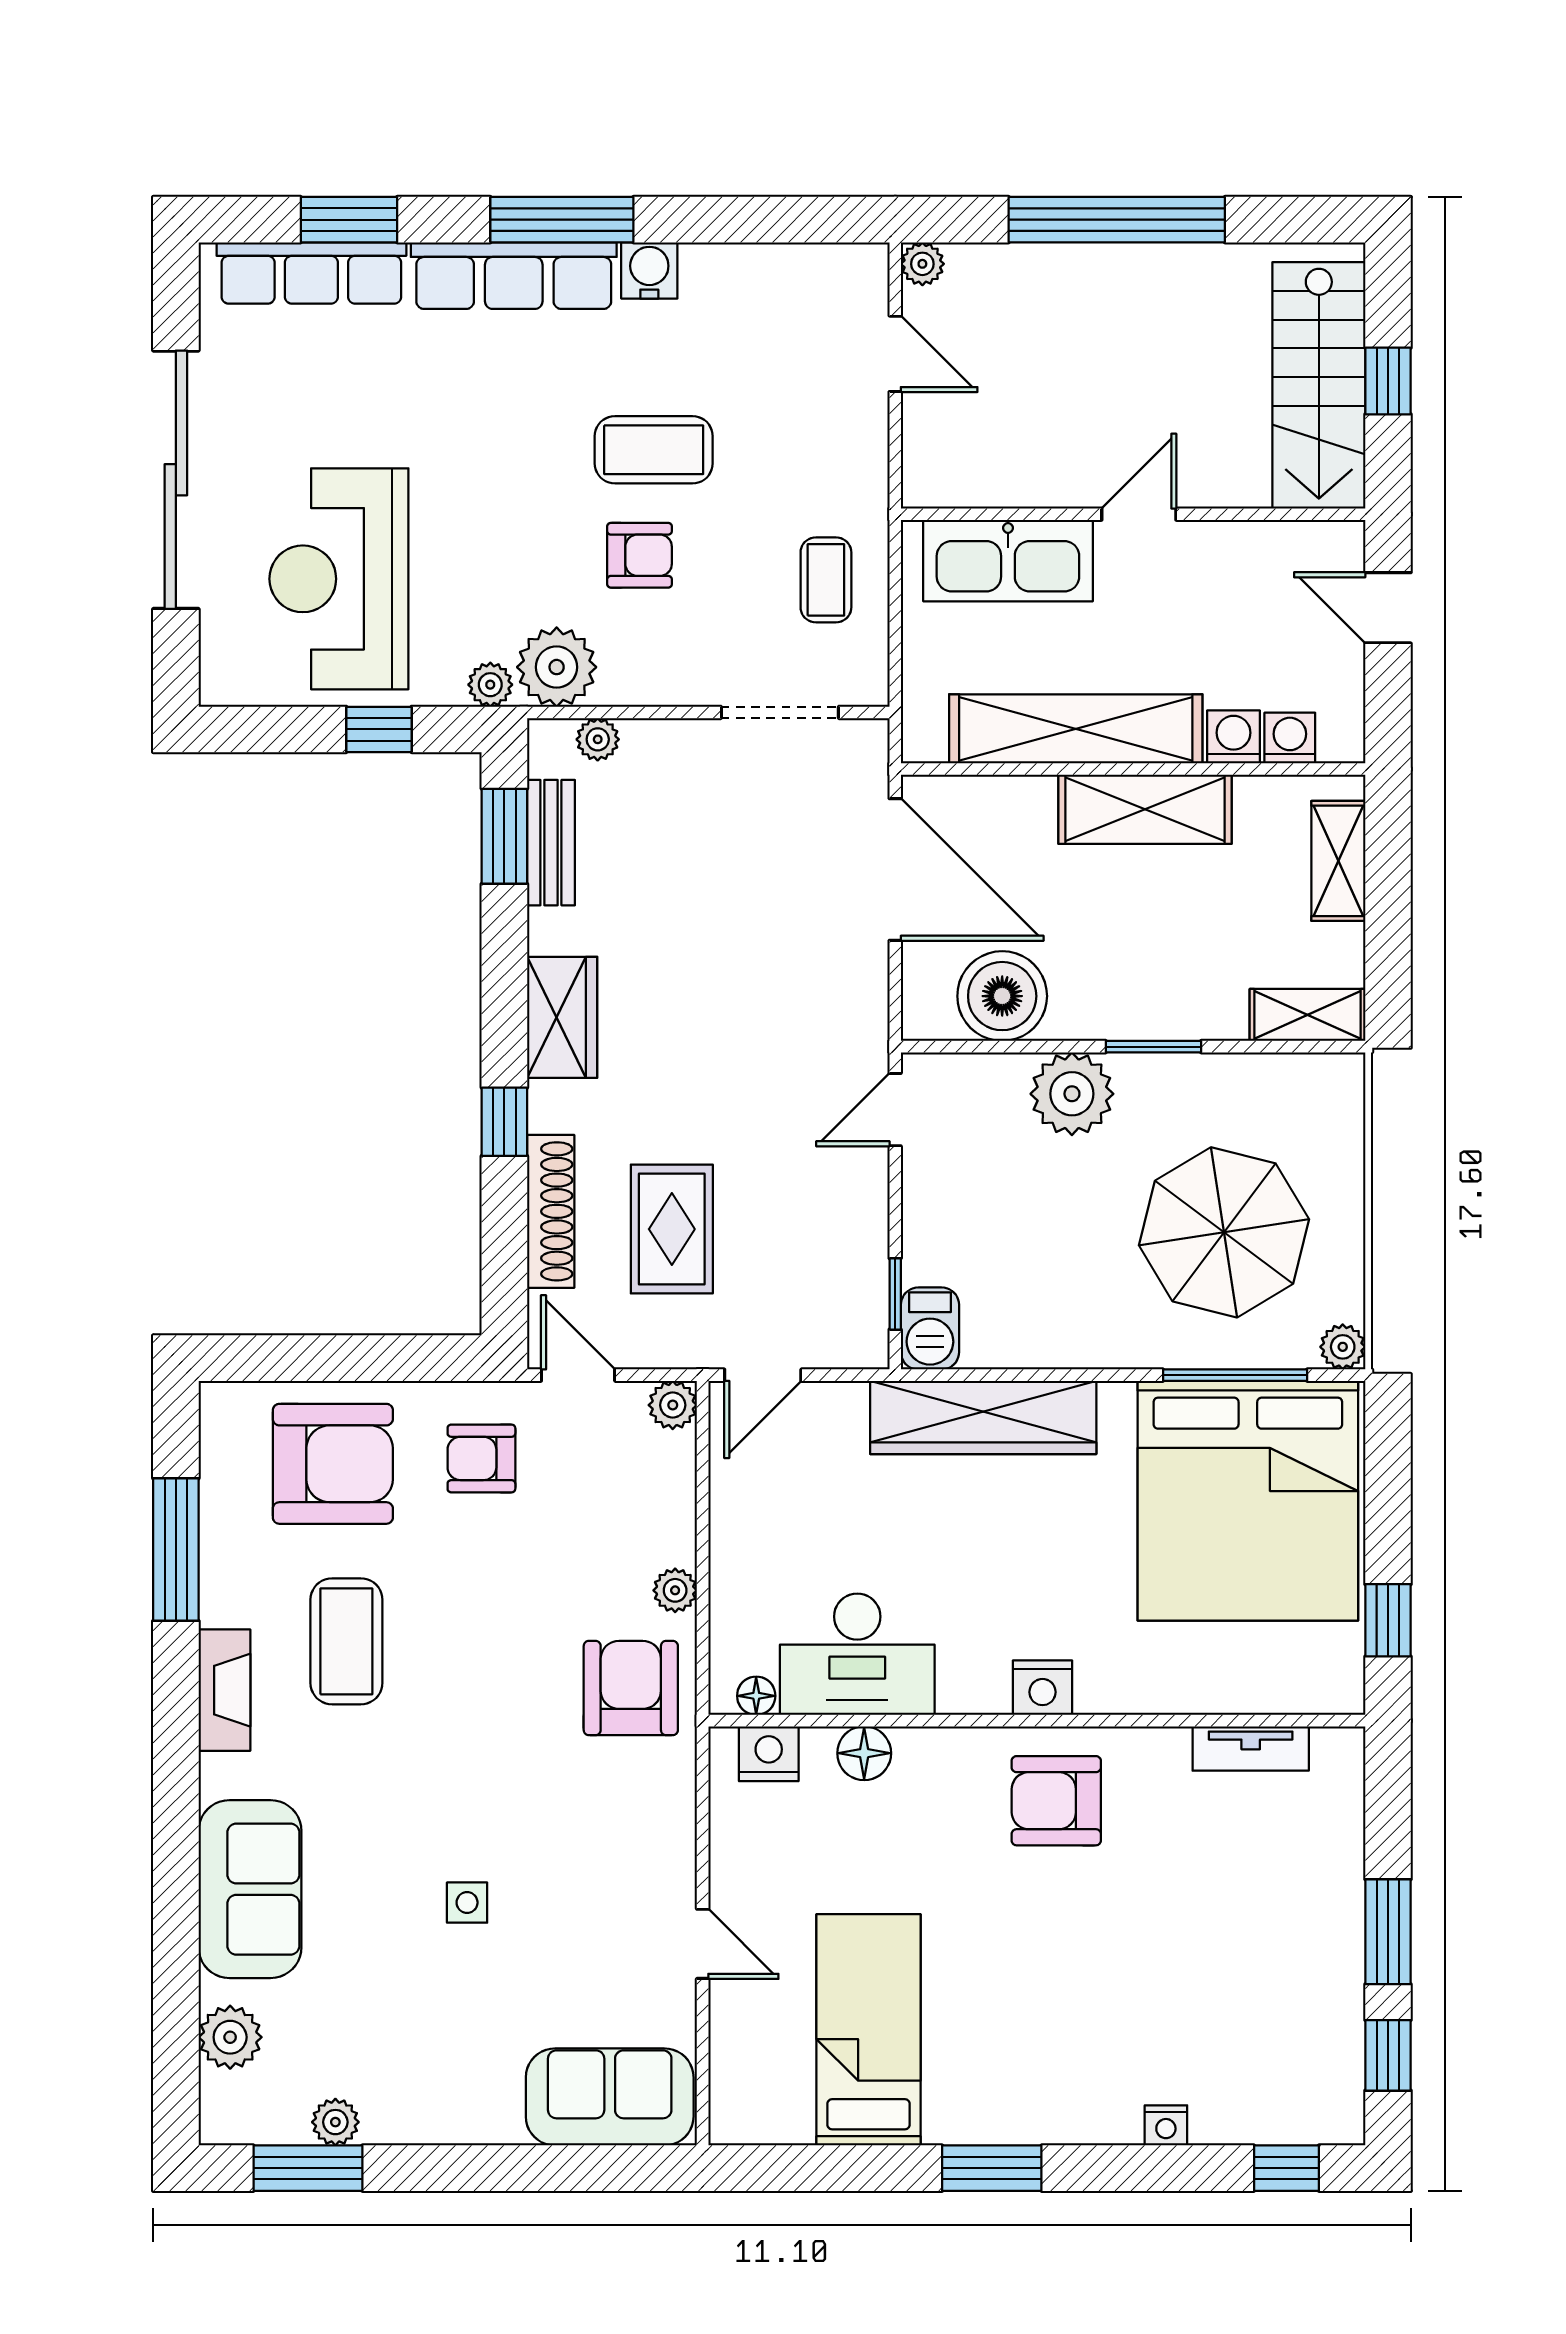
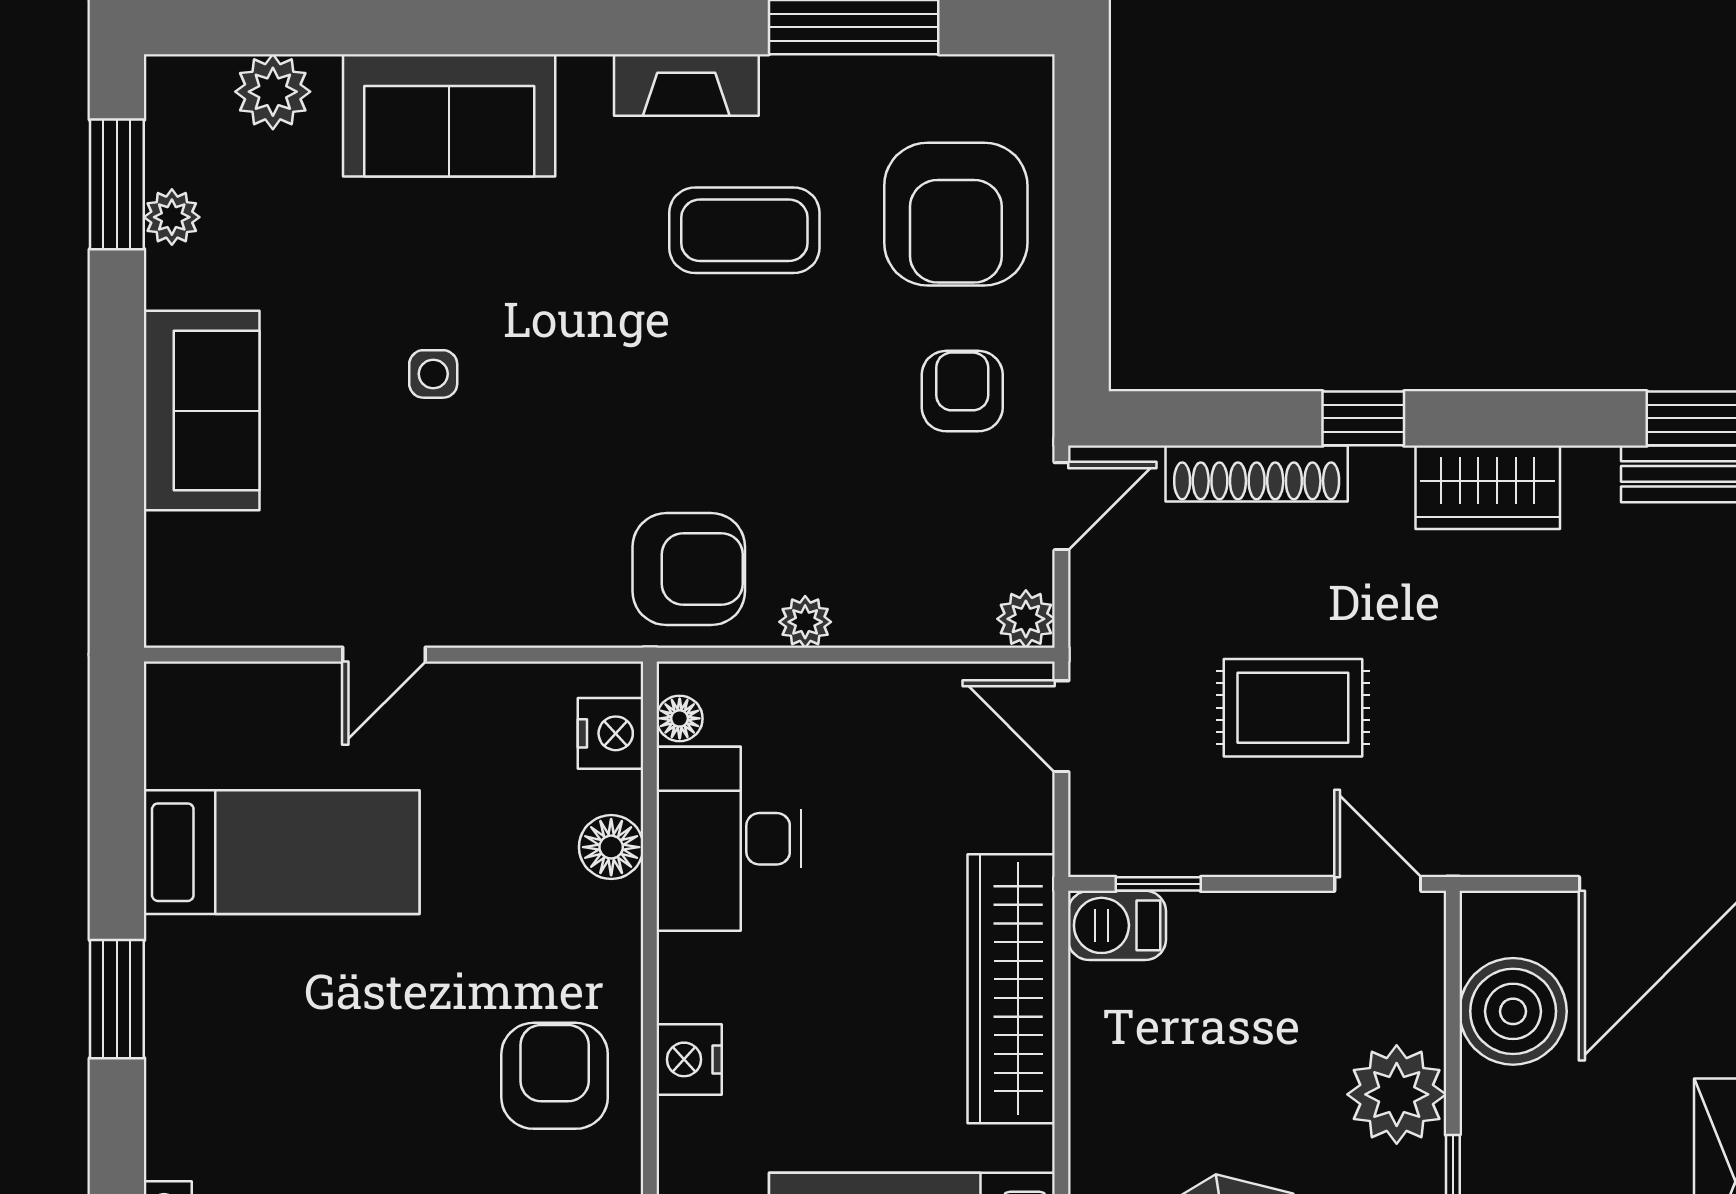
rug: (672, 1229) -> (1293, 708), moved
sofa: (610, 2097) -> (202, 411), moved

